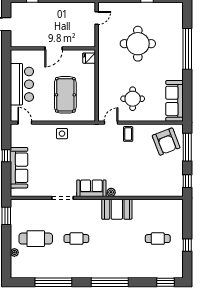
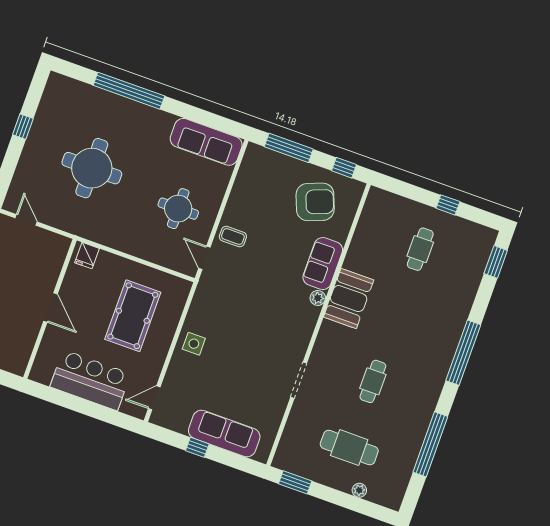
pool table: (65, 95) -> (133, 316), turned 90
armchair: (166, 142) -> (315, 202), moved
sofa: (91, 188) -> (323, 264), moved
cafe table: (36, 239) -> (349, 448), turned 90

